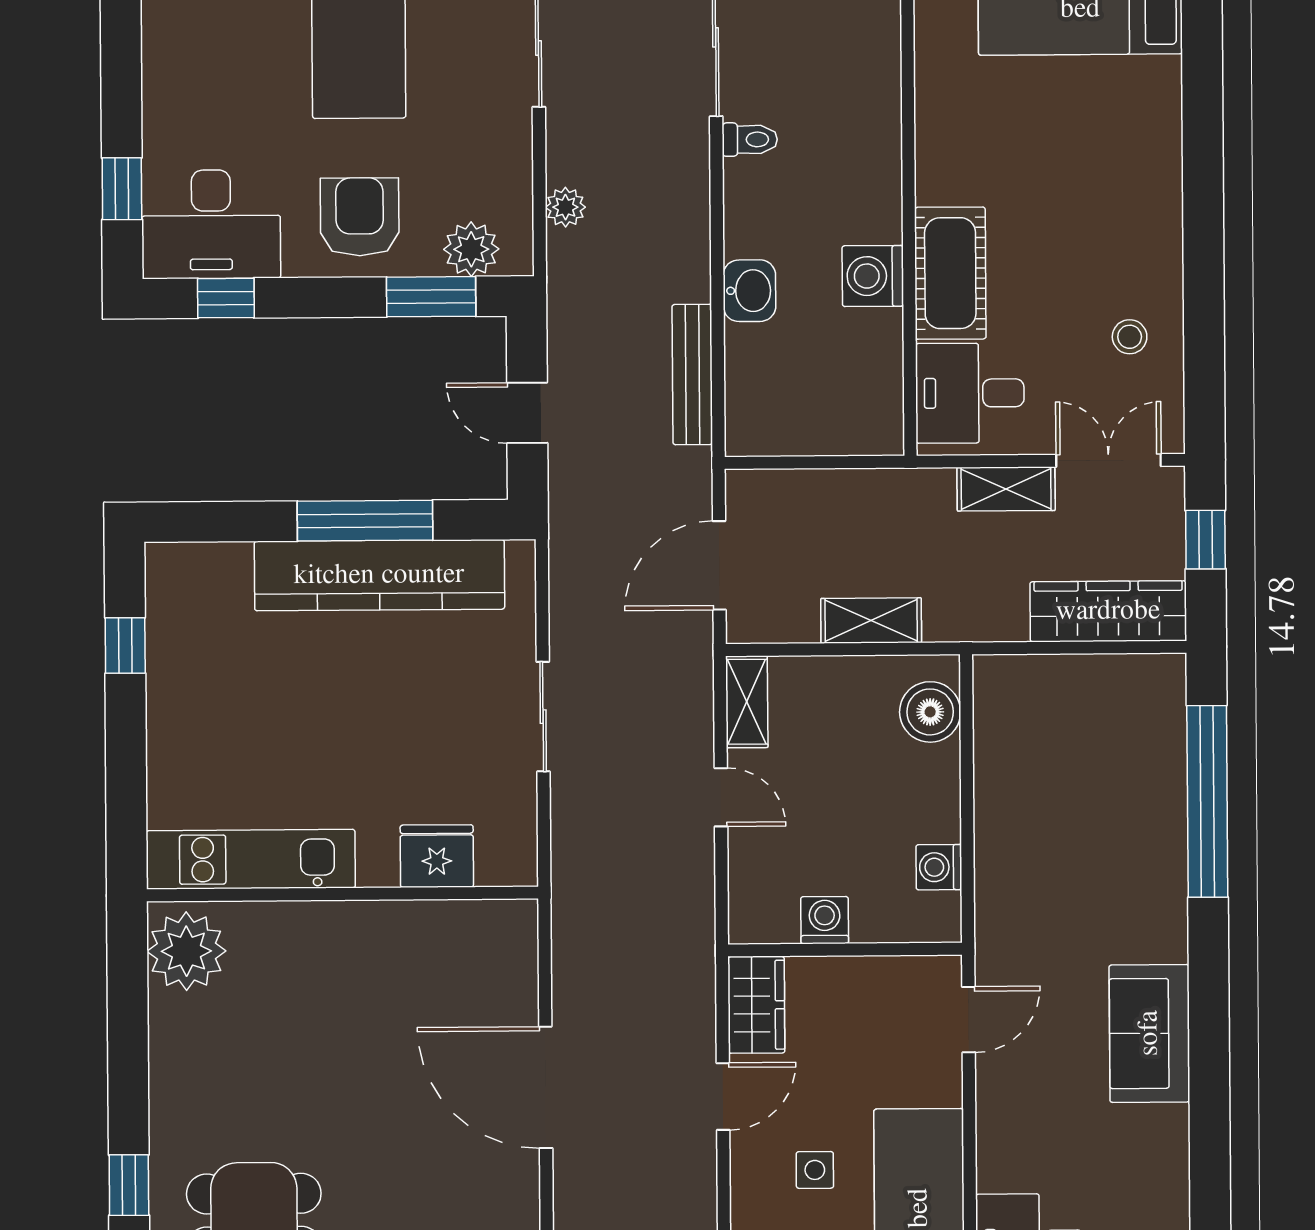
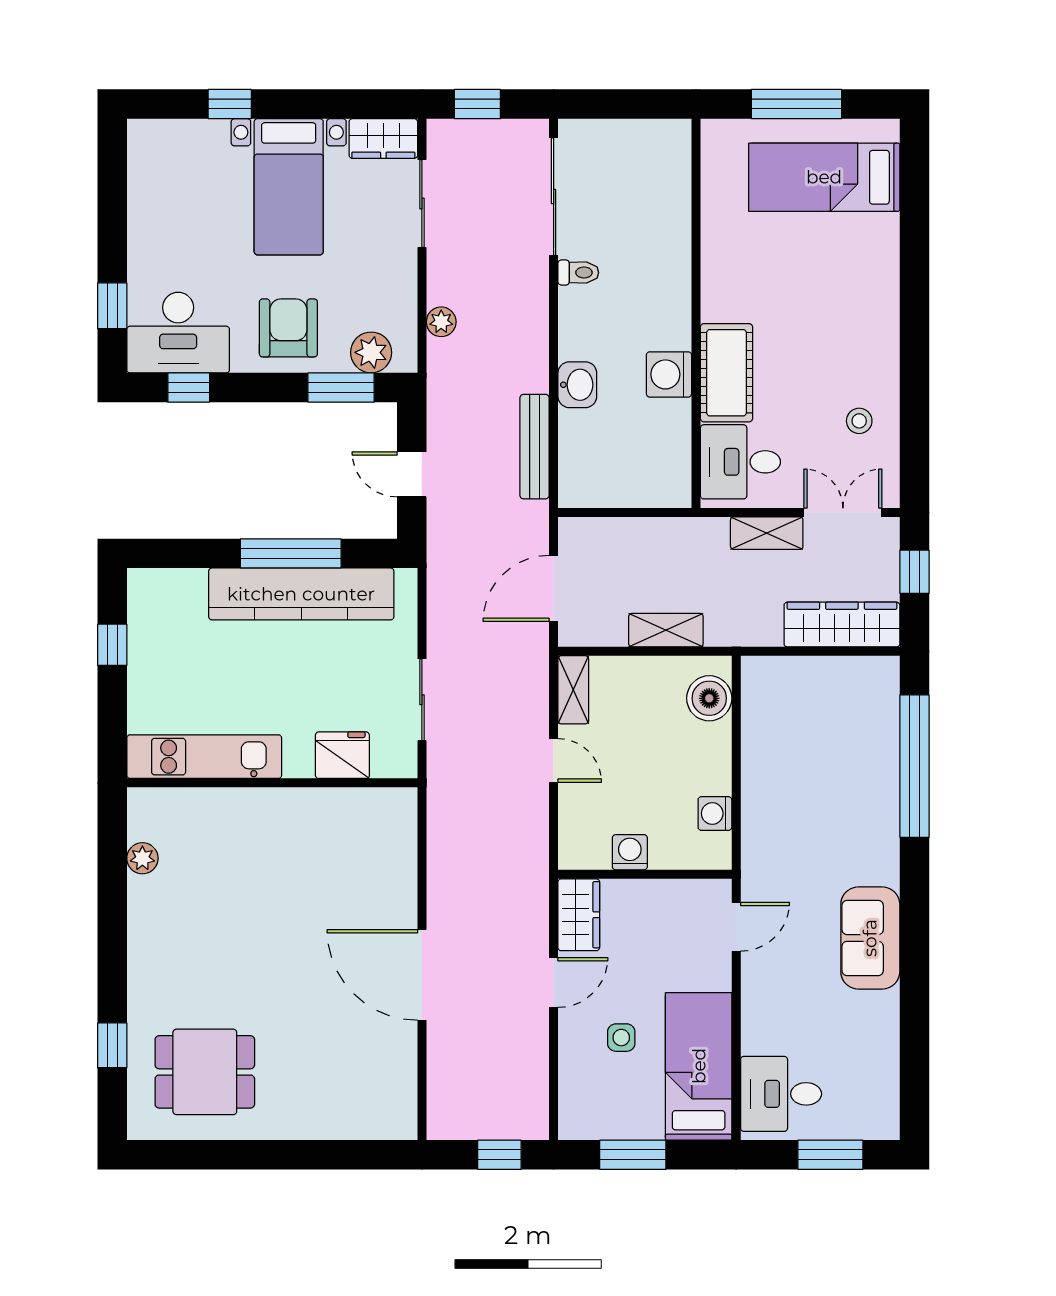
fridge: (437, 856) -> (342, 755), moved
kitchen unit: (251, 859) -> (204, 757), moved
wall: (342, 894) -> (272, 783), moved
plant: (186, 951) -> (142, 858), width x0.53, depth x0.53

